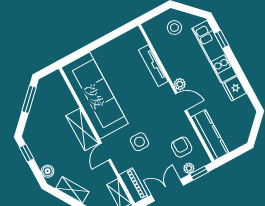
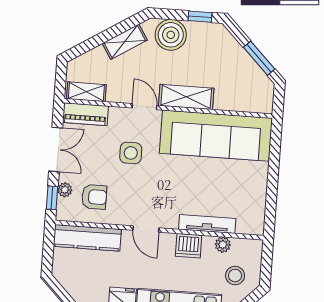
dishwasher: (174, 69) -> (189, 246), added
plant: (180, 84) -> (223, 245), moved
door: (181, 102) -> (146, 229), hinge flipped
boiler: (48, 171) -> (171, 35), width x1.86, depth x1.86

